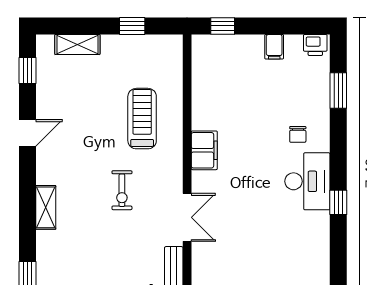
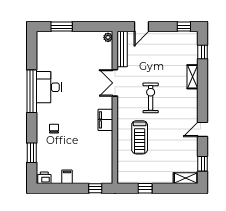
shelving: (77, 44) -> (186, 178), moved
desk: (307, 181) -> (49, 87), moved
exercise bike: (122, 190) -> (151, 98), width x1.38, depth x1.39
window: (338, 202) -> (32, 91), width x3.17
shelving: (46, 207) -> (193, 77), moved

